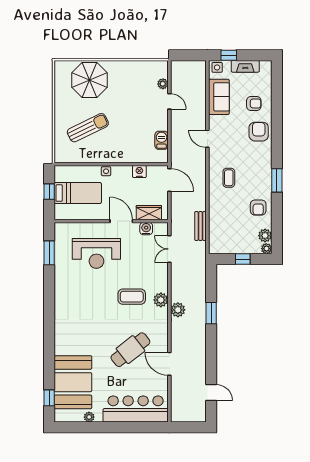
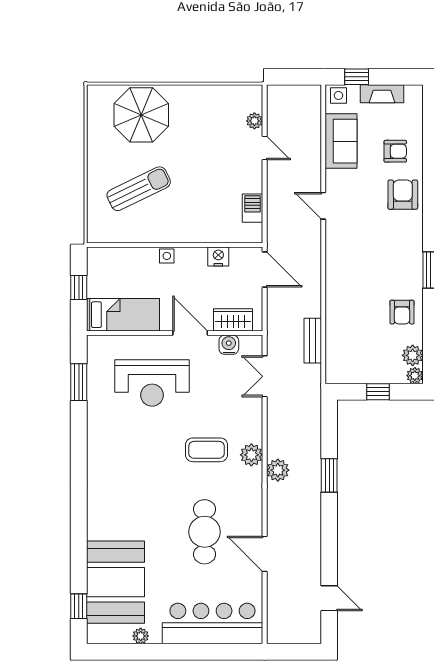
coffee table: (229, 178) -> (357, 266), removed
bed: (78, 193) -> (123, 315), moved
cafe table: (130, 350) -> (205, 532), turned -52

